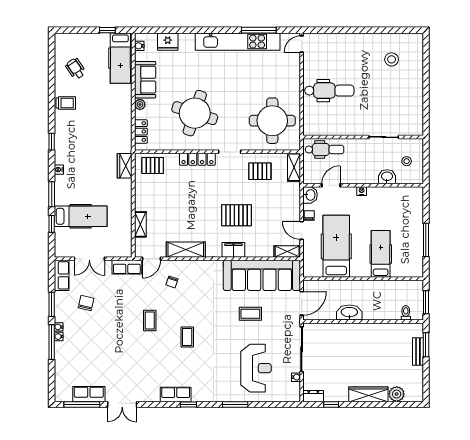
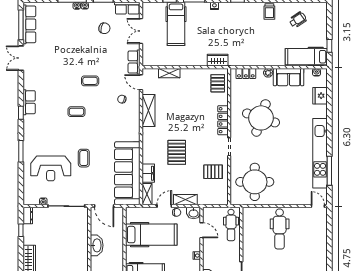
shelving: (294, 167) -> (185, 200), moved
pallet: (260, 171) -> (213, 172), turned 90
filing cabinet: (233, 250) -> (148, 173), moved
coffee table: (250, 314) -> (84, 158), moved
row of seats: (89, 394) -> (29, 24), width x1.48

